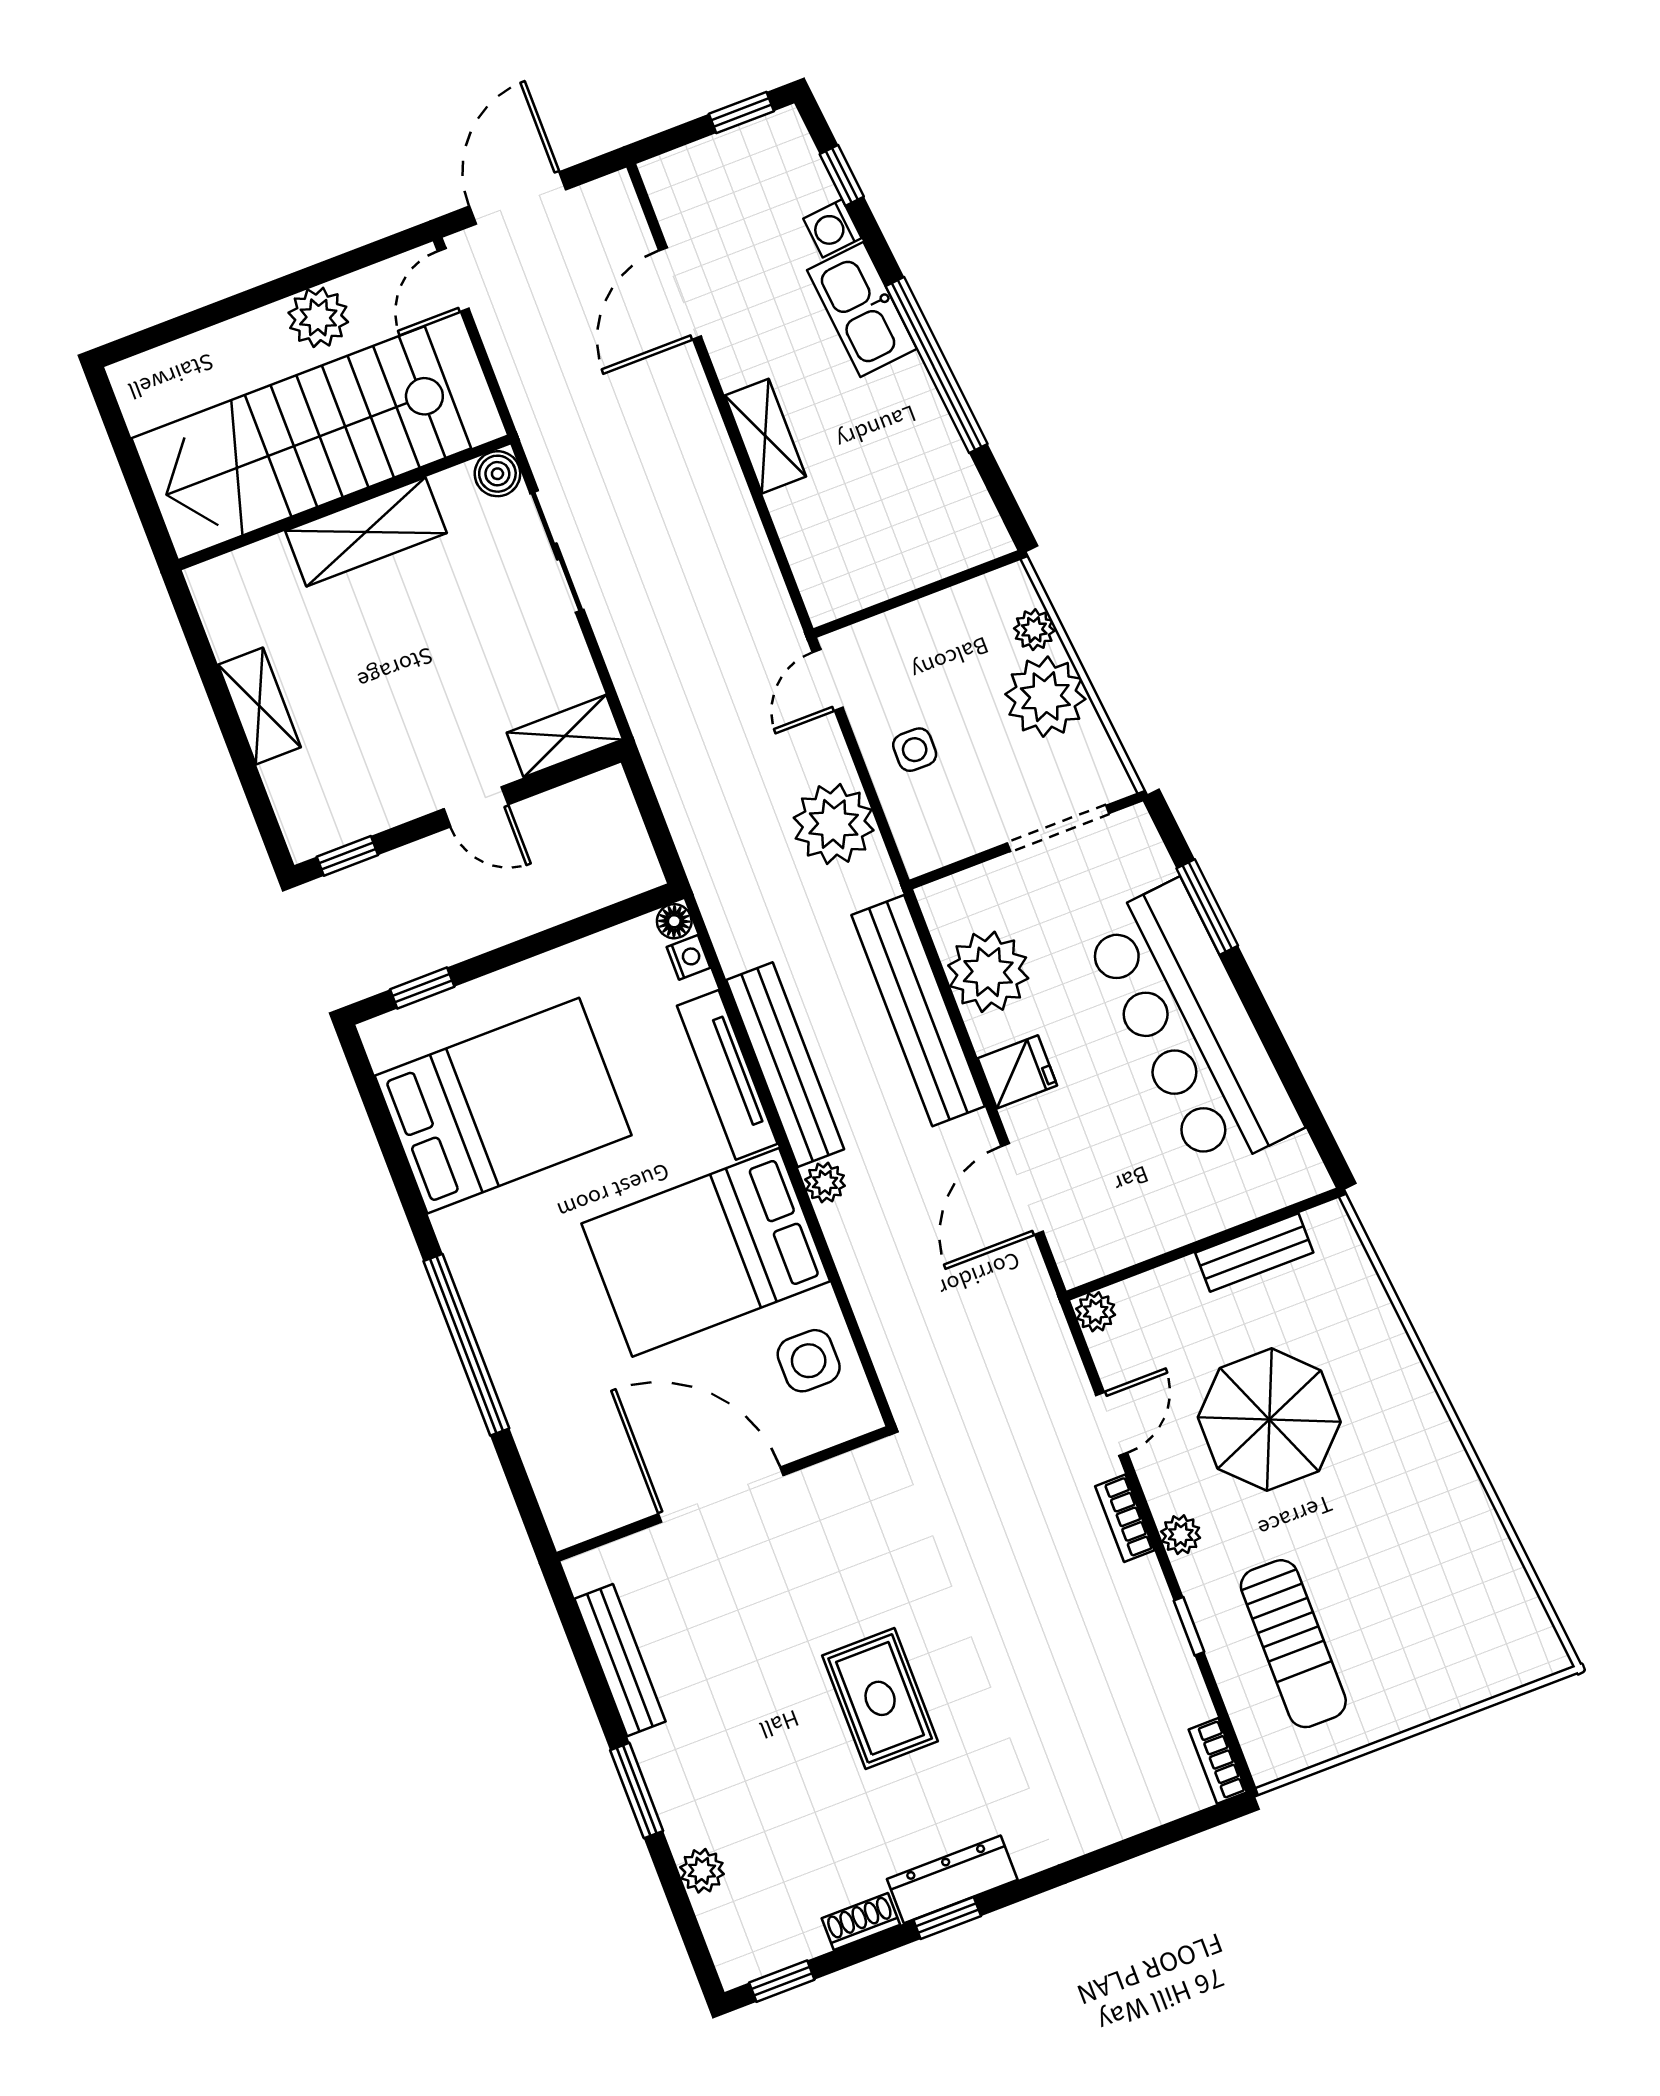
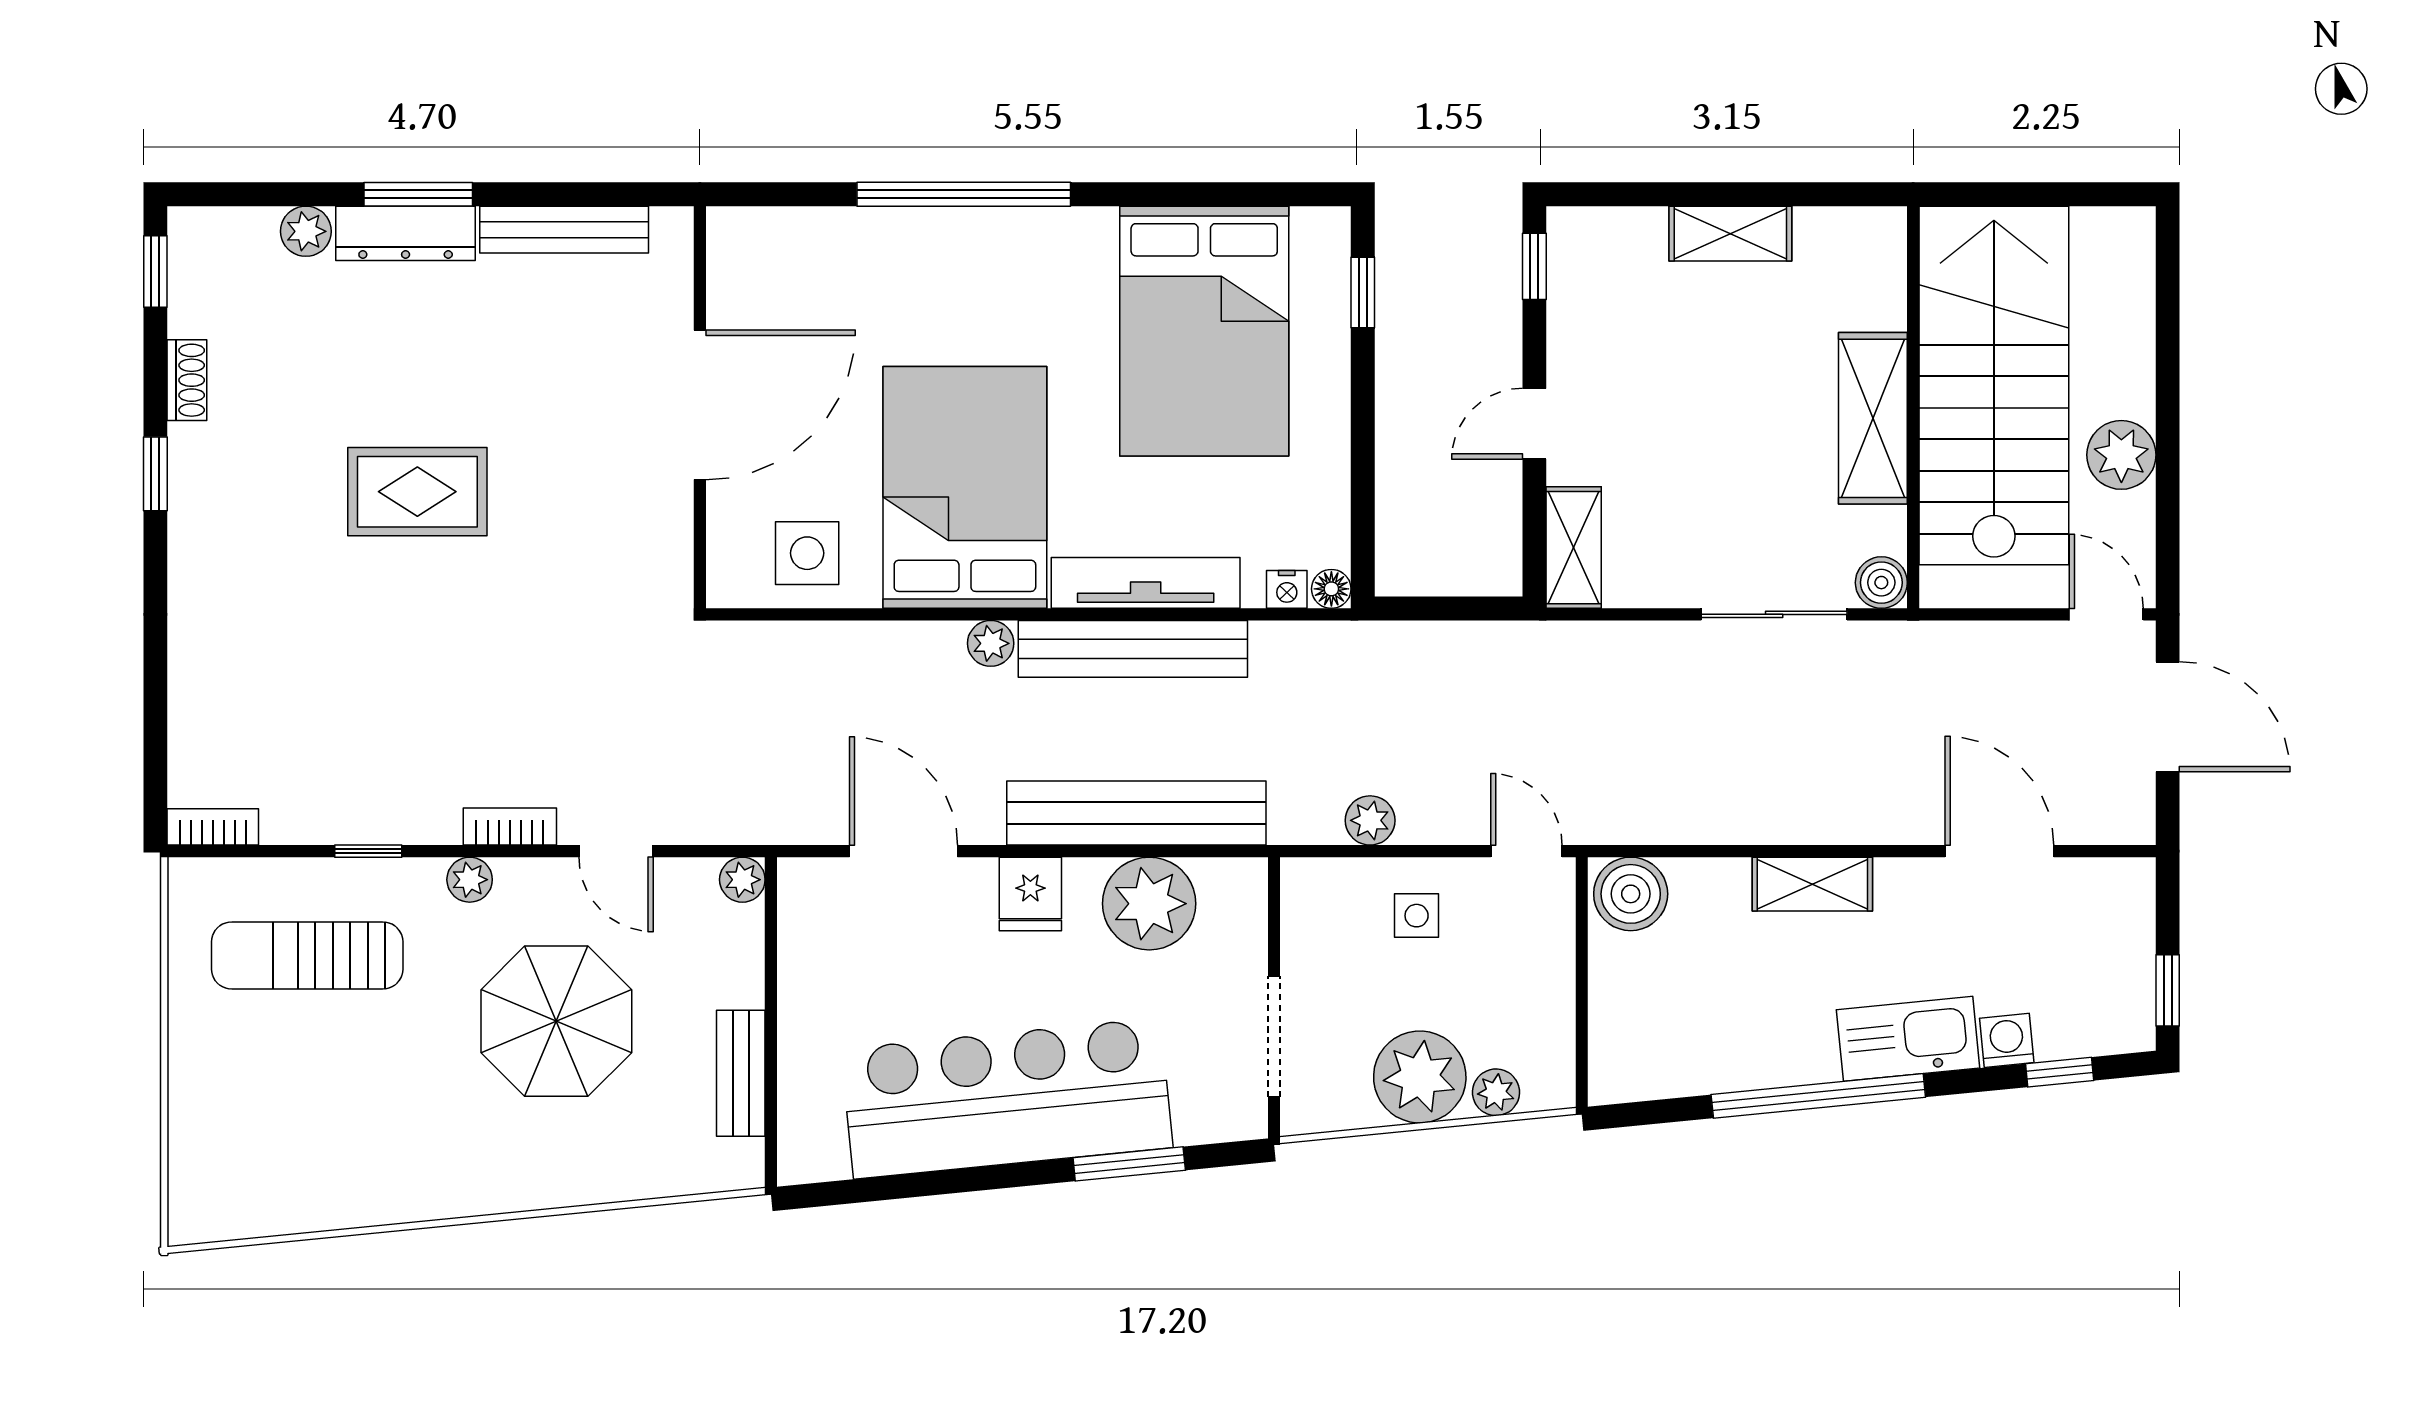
boiler: (830, 581) -> (1631, 894), added
plant: (834, 824) -> (1370, 820), width x0.53, depth x0.53
dresser: (952, 1879) -> (406, 233), moved, turned 90

